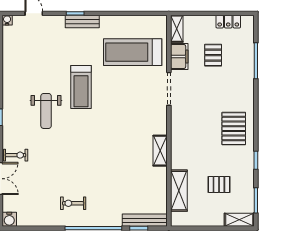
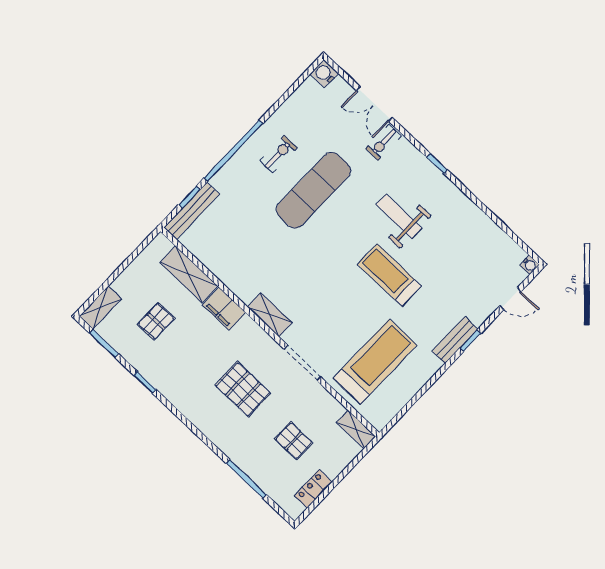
filing cabinet: (179, 57) -> (224, 309), moved
pallet: (234, 129) -> (243, 389), moved
shelving: (160, 151) -> (270, 315), moved
exercise mat: (75, 168) -> (313, 190), added

